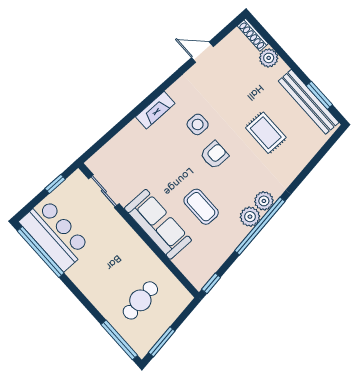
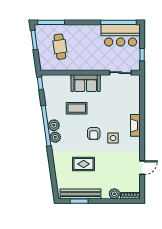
sofa: (158, 224) -> (86, 83), width x0.73

